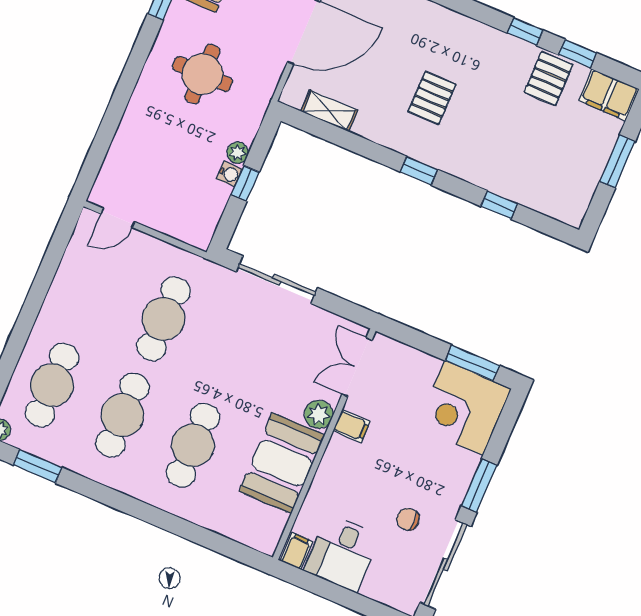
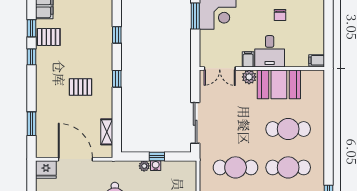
desk: (342, 553) -> (270, 51), moved, turned 90

